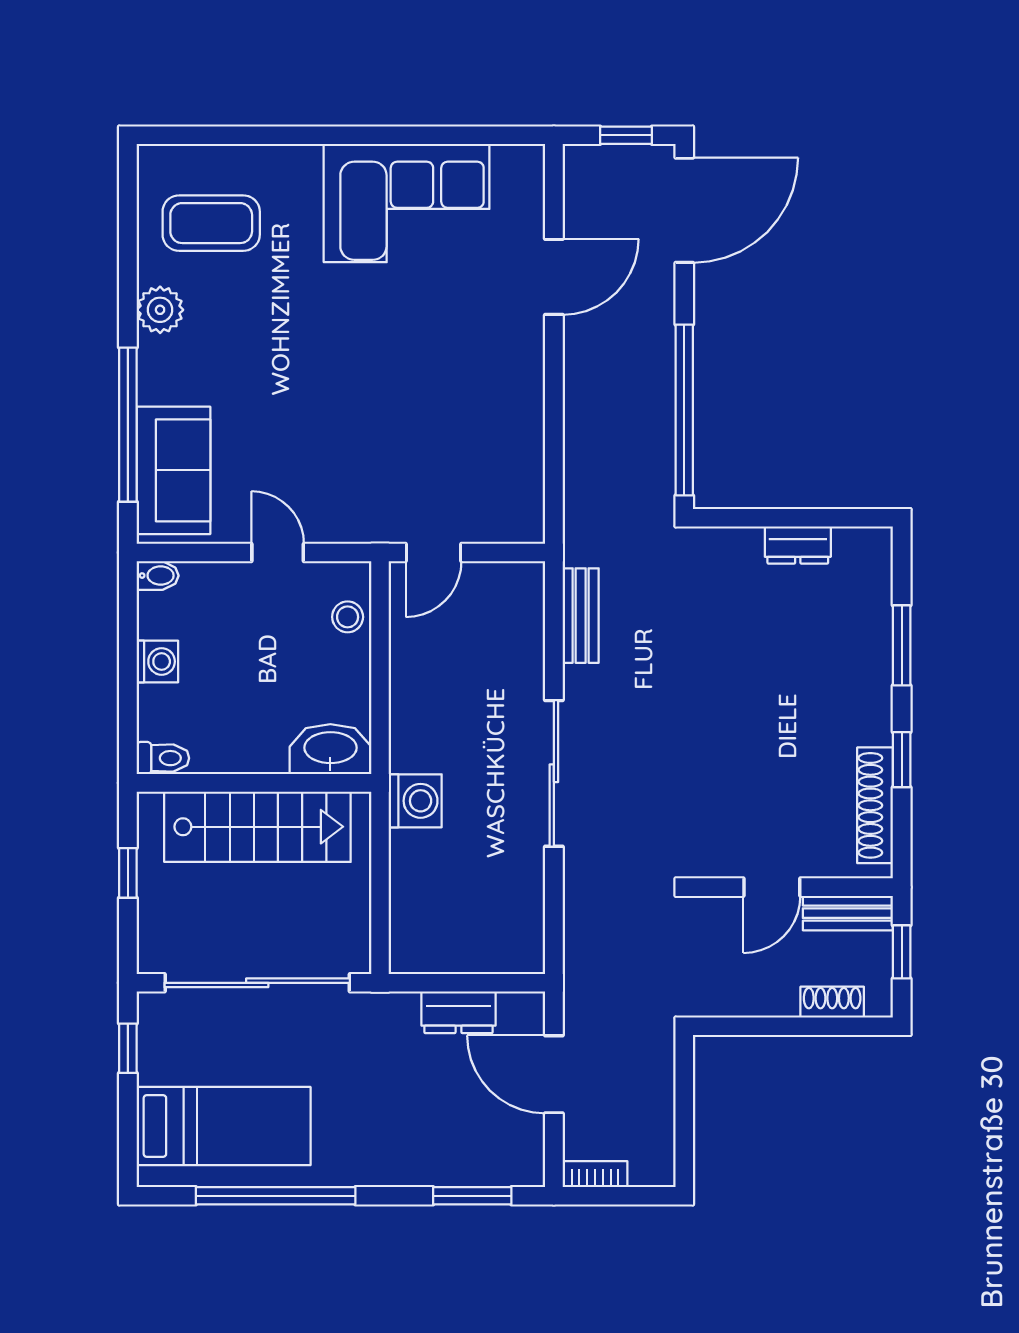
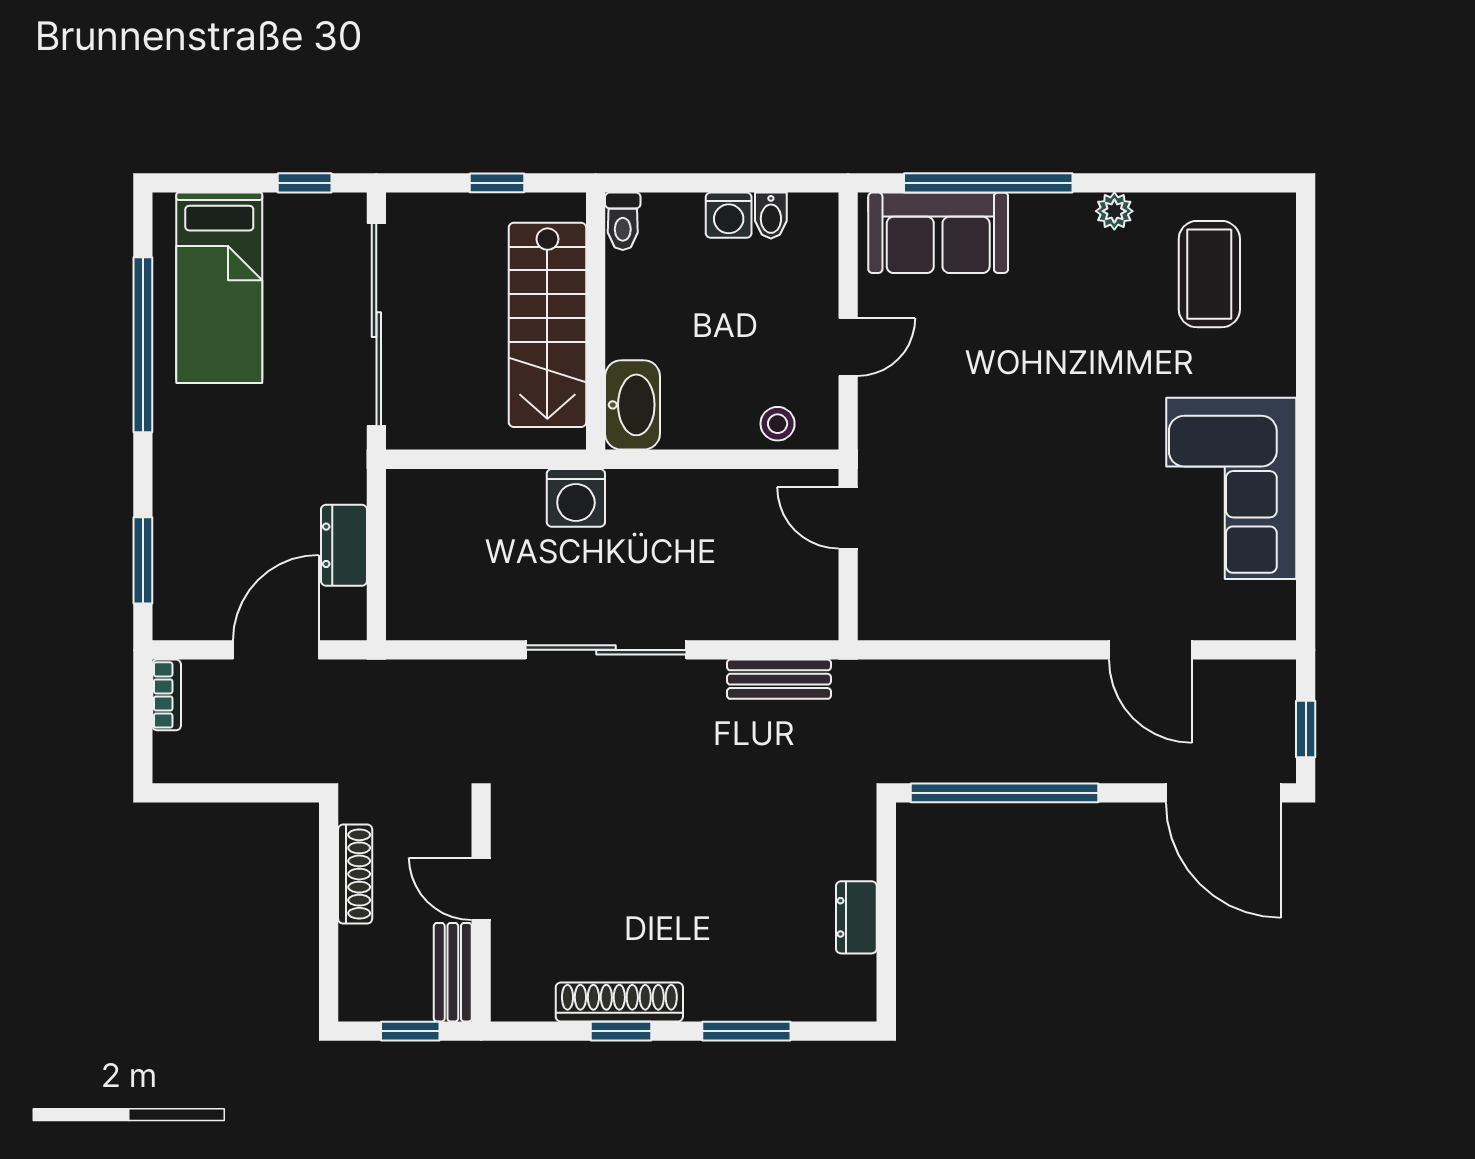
plant: (160, 310) -> (1114, 211), width x0.73, depth x0.73
bidet: (158, 576) -> (771, 215), moved
shoe rack: (875, 805) -> (619, 1002), moved
shoe rack: (832, 1002) -> (355, 874), moved, width x1.43

